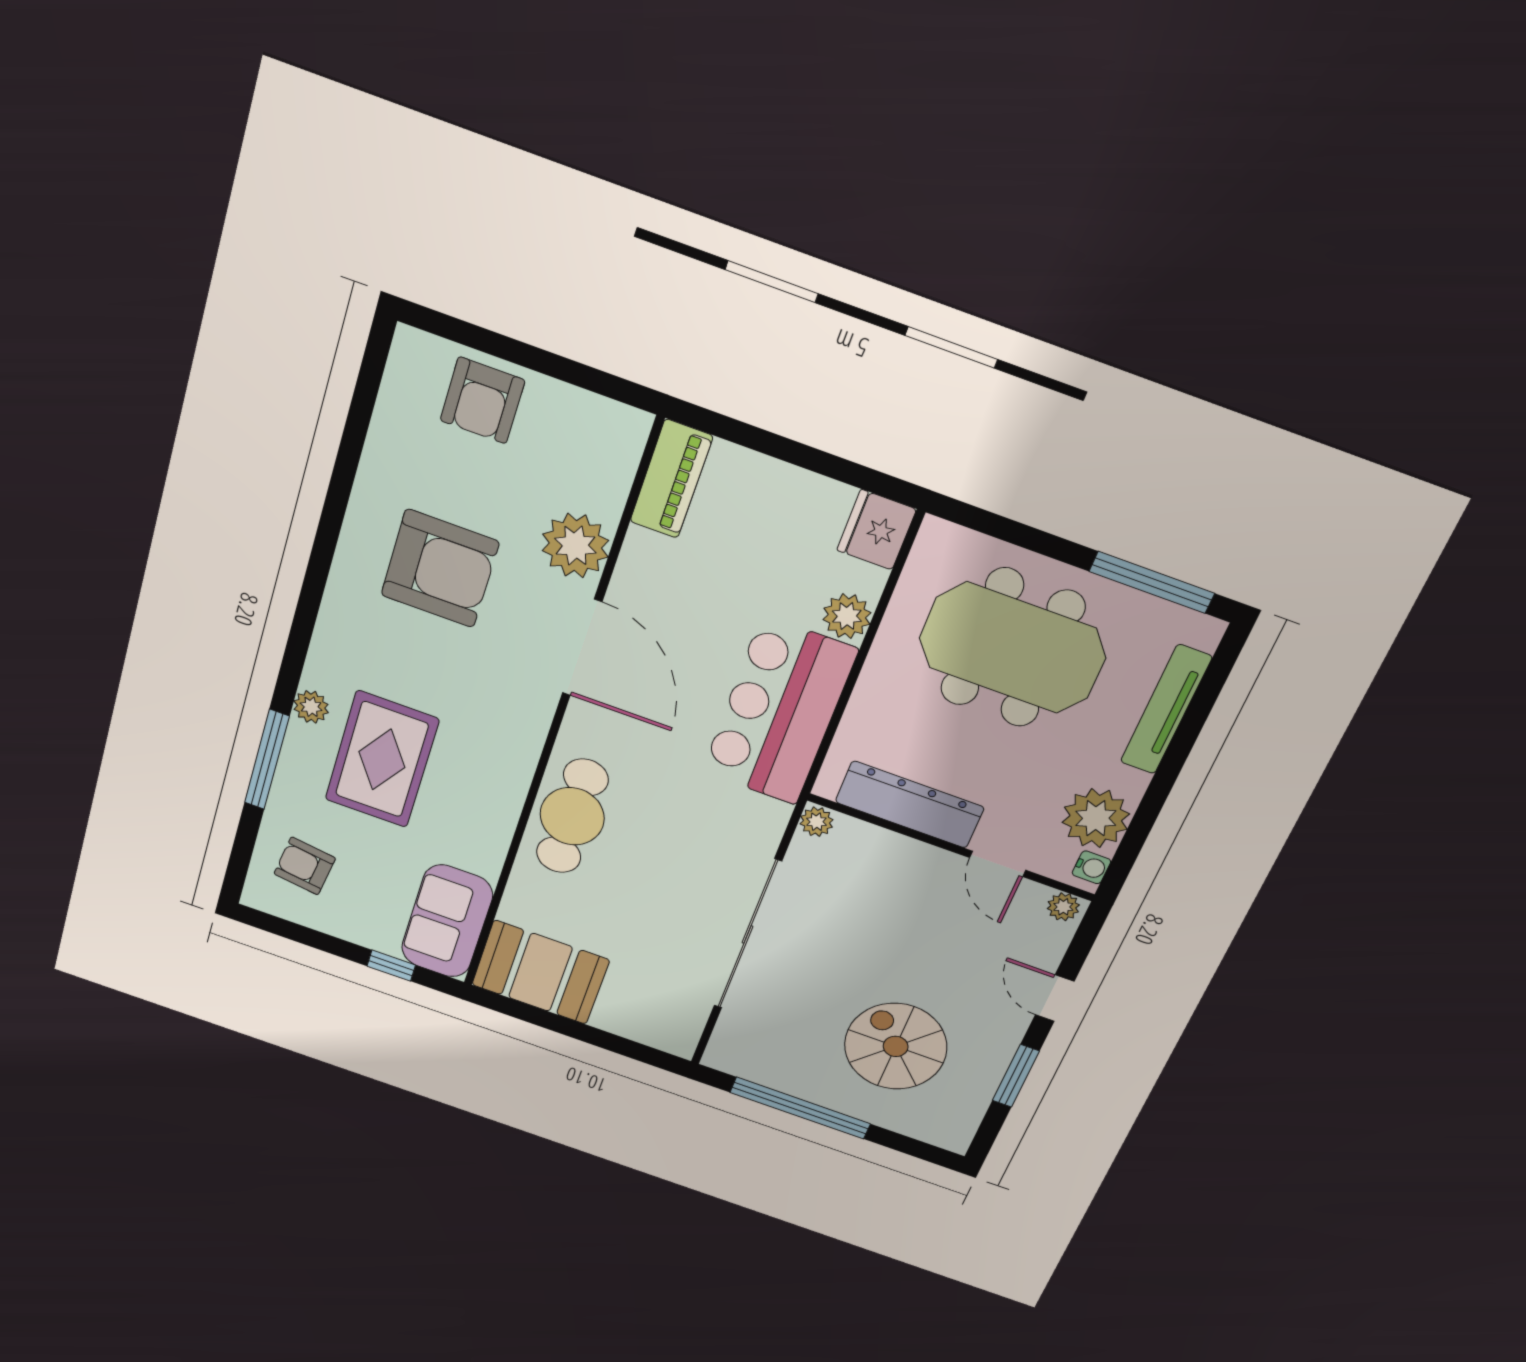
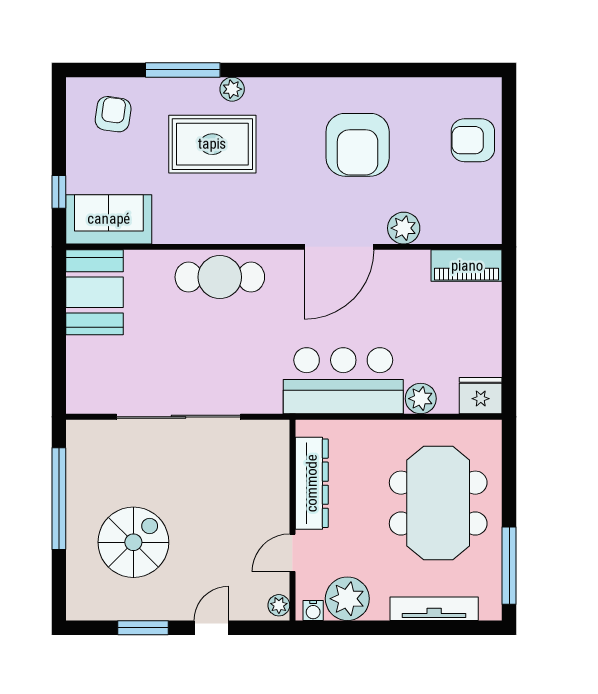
plant: (575, 546) -> (404, 228), width x0.73, depth x0.73
plant: (817, 822) -> (277, 431), removed

